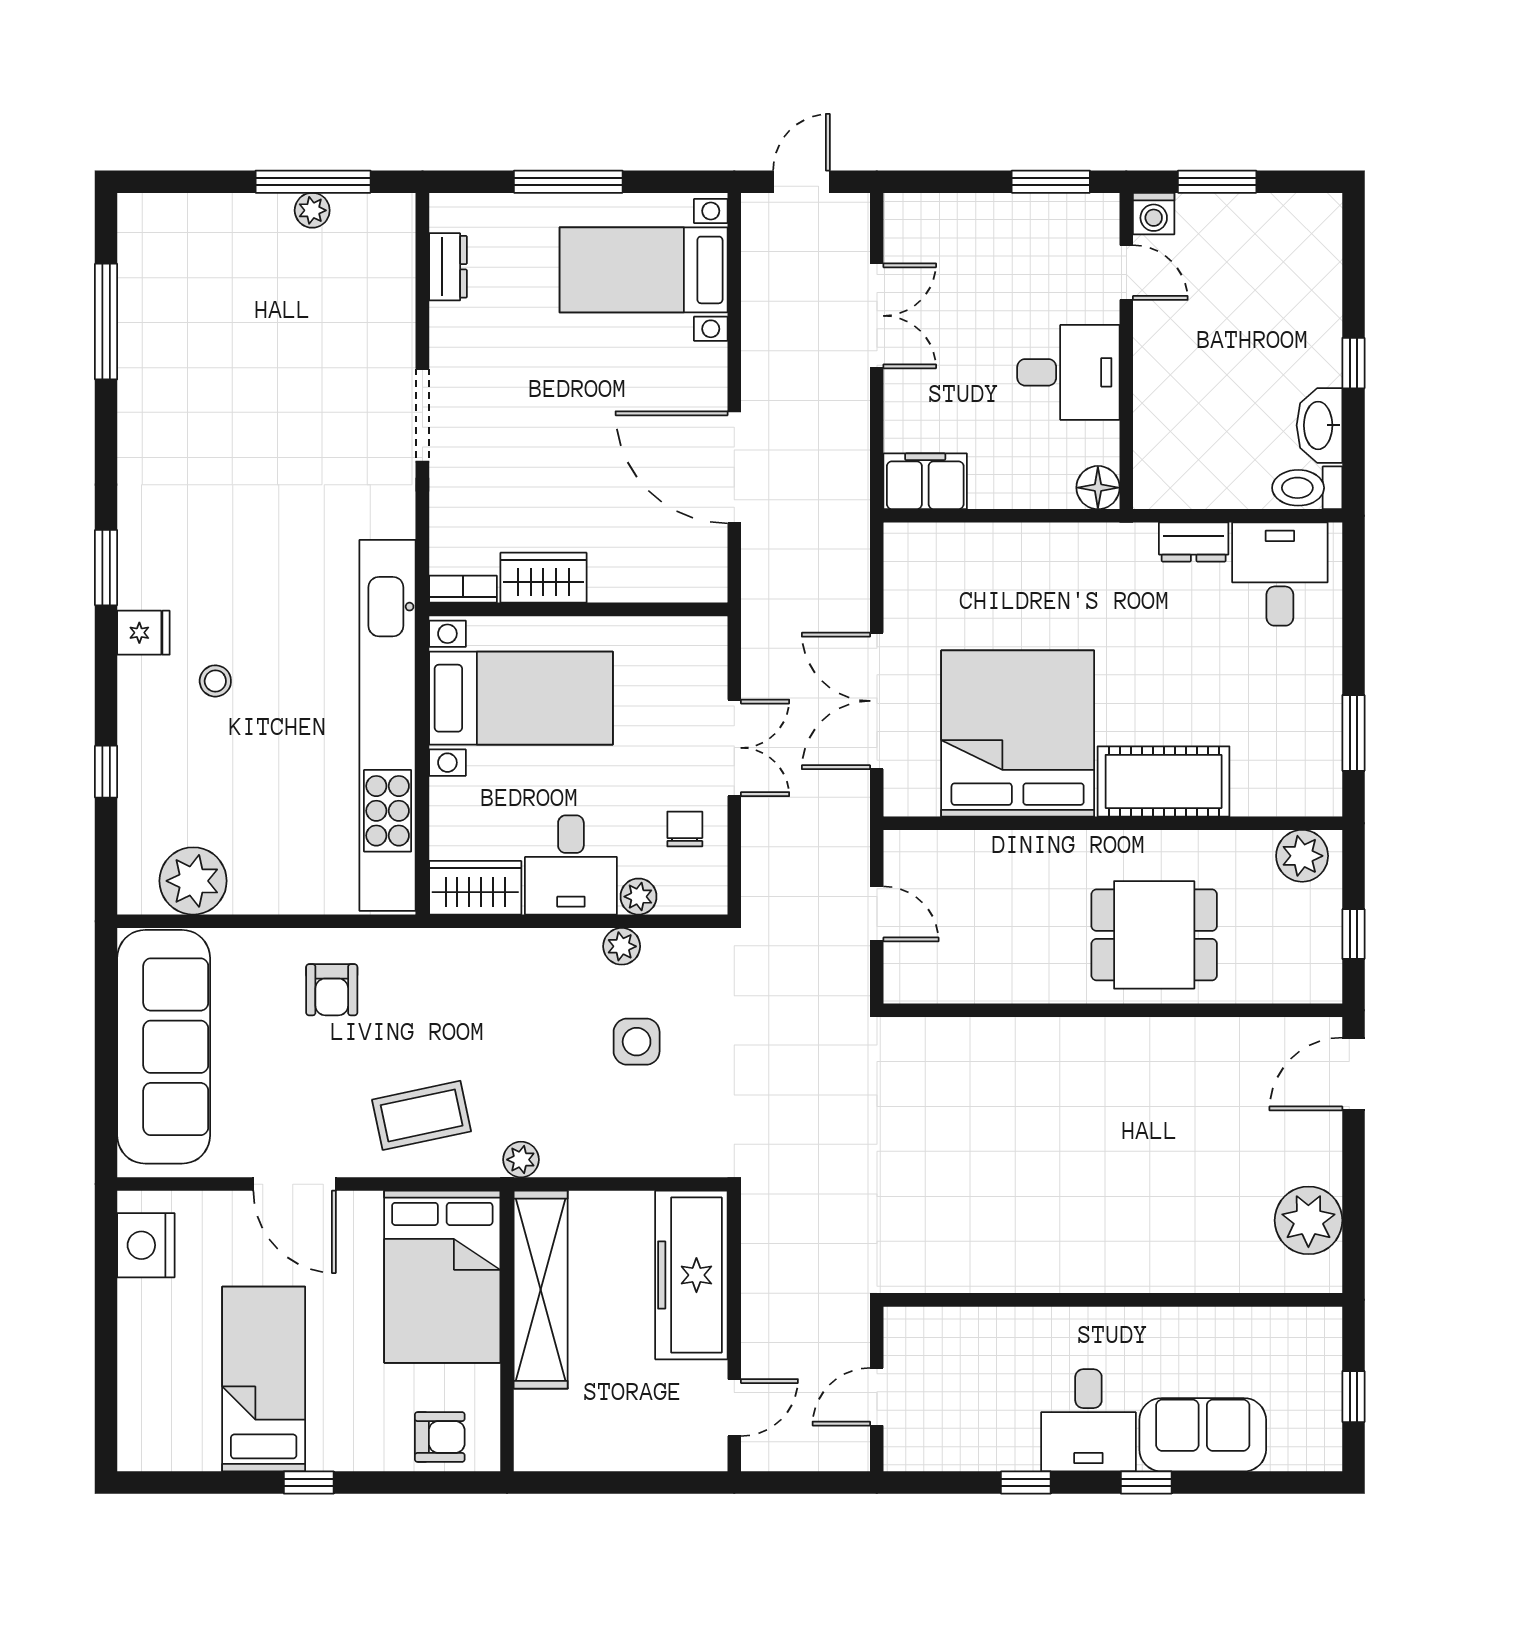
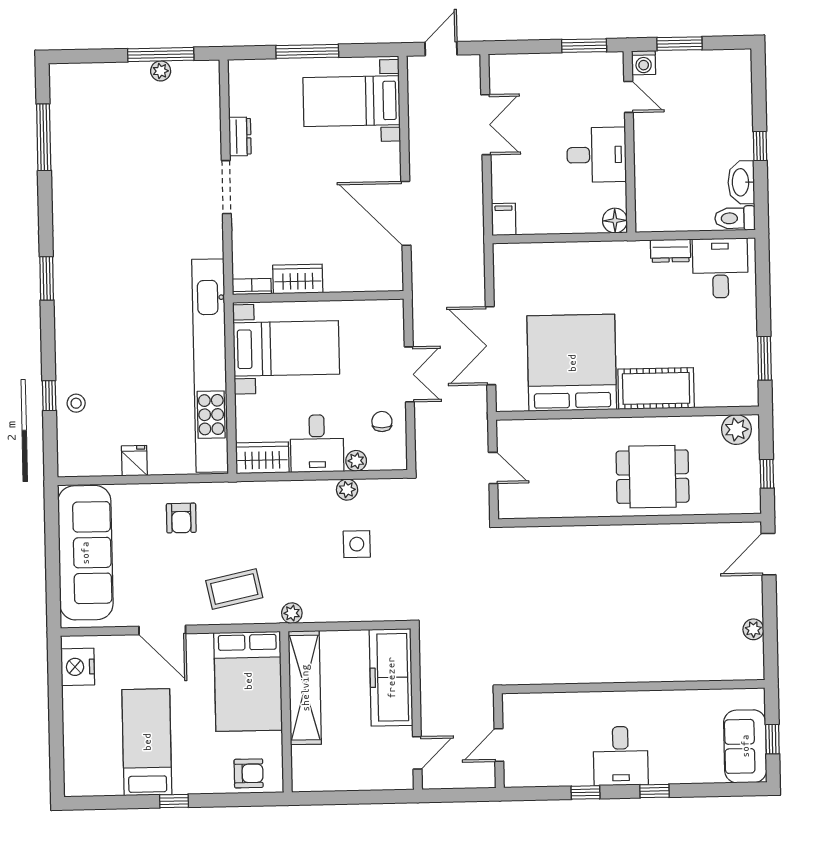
dresser: (448, 267) -> (240, 136), moved
filing cabinet: (925, 481) -> (504, 219), width x0.50
fridge: (143, 633) -> (134, 461), moved, turned -90
stool: (215, 681) -> (76, 403), moved
plant: (193, 881) -> (100, 457), removed
plant: (1308, 1220) -> (753, 629), width x0.53, depth x0.53
sofa: (1203, 1435) -> (745, 746), moved, turned -90

